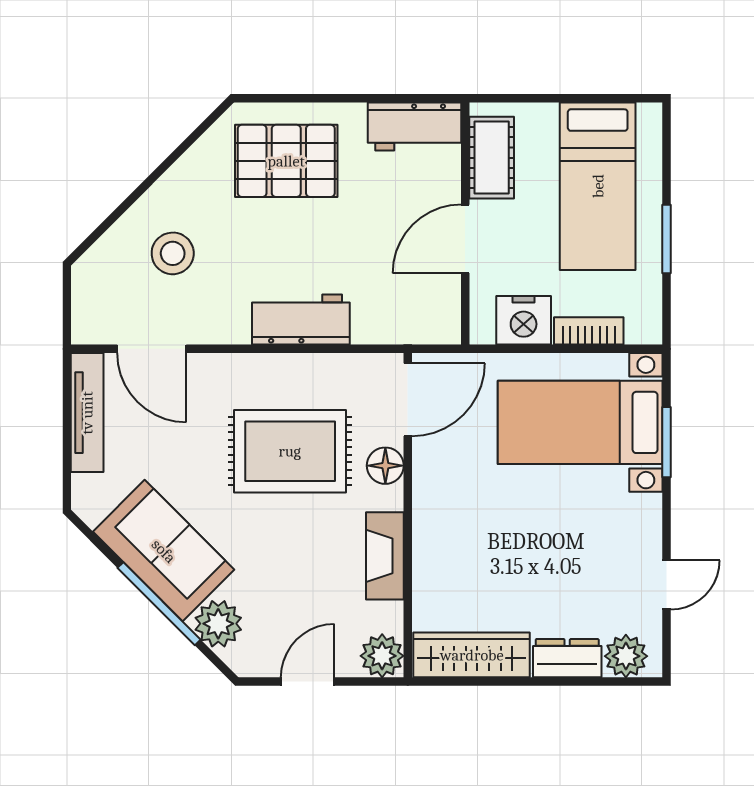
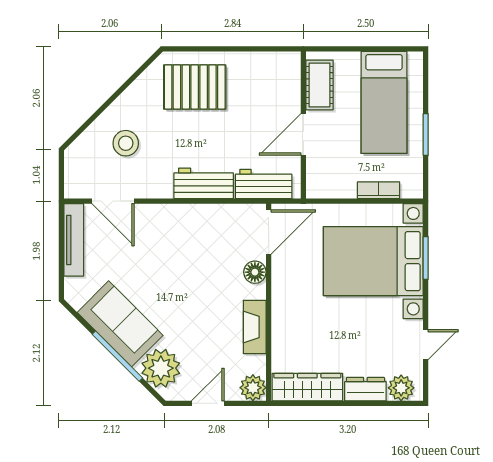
workbench: (415, 126) -> (264, 184), moved, turned 180
nightstand: (524, 320) -> (339, 184), removed
bed with nightstands: (580, 422) -> (373, 261), width x1.36
rug: (290, 451) -> (197, 263), removed
plant: (218, 624) -> (161, 368), width x1.36, depth x1.36

